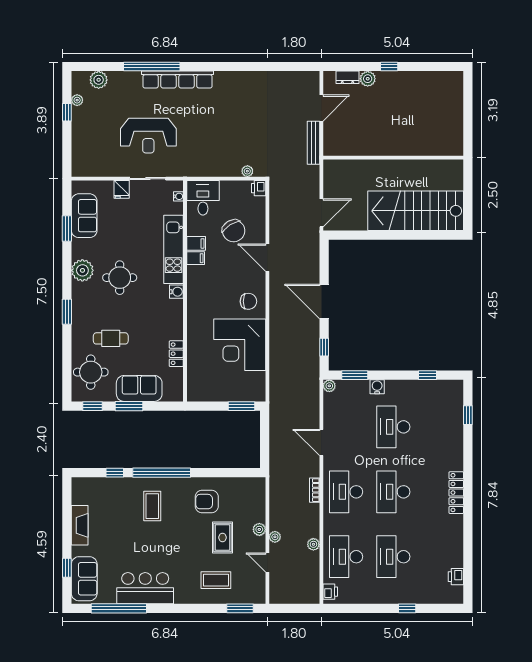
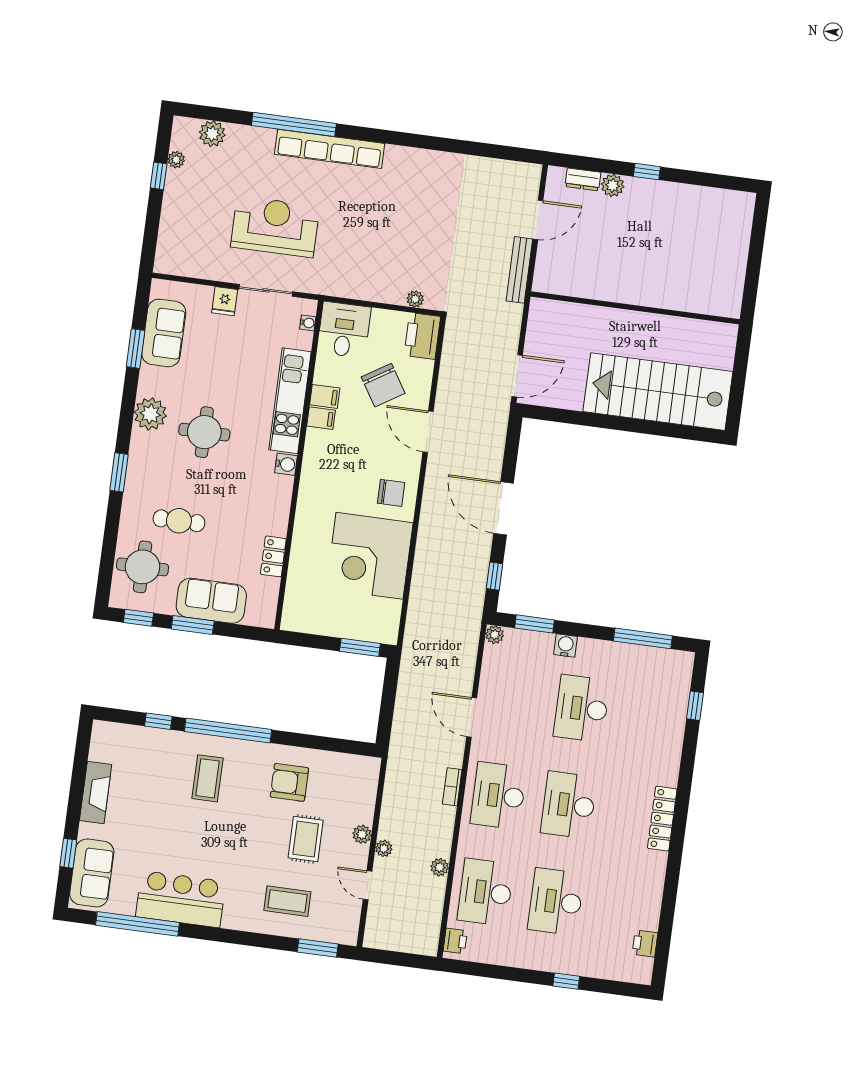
reception desk: (148, 136) -> (275, 227), turned 180
printer: (259, 188) -> (422, 336), width x1.87, depth x1.48
window: (428, 375) -> (643, 638), width x2.17

